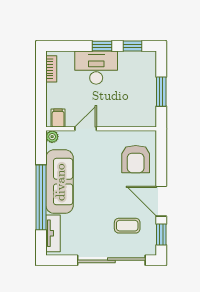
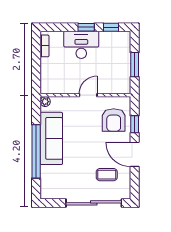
filing cabinet: (58, 118) -> (50, 86), removed
door: (86, 129) -> (88, 95), moved
tv unit: (53, 233) -> (46, 181), removed
window: (161, 234) -> (135, 124), moved

